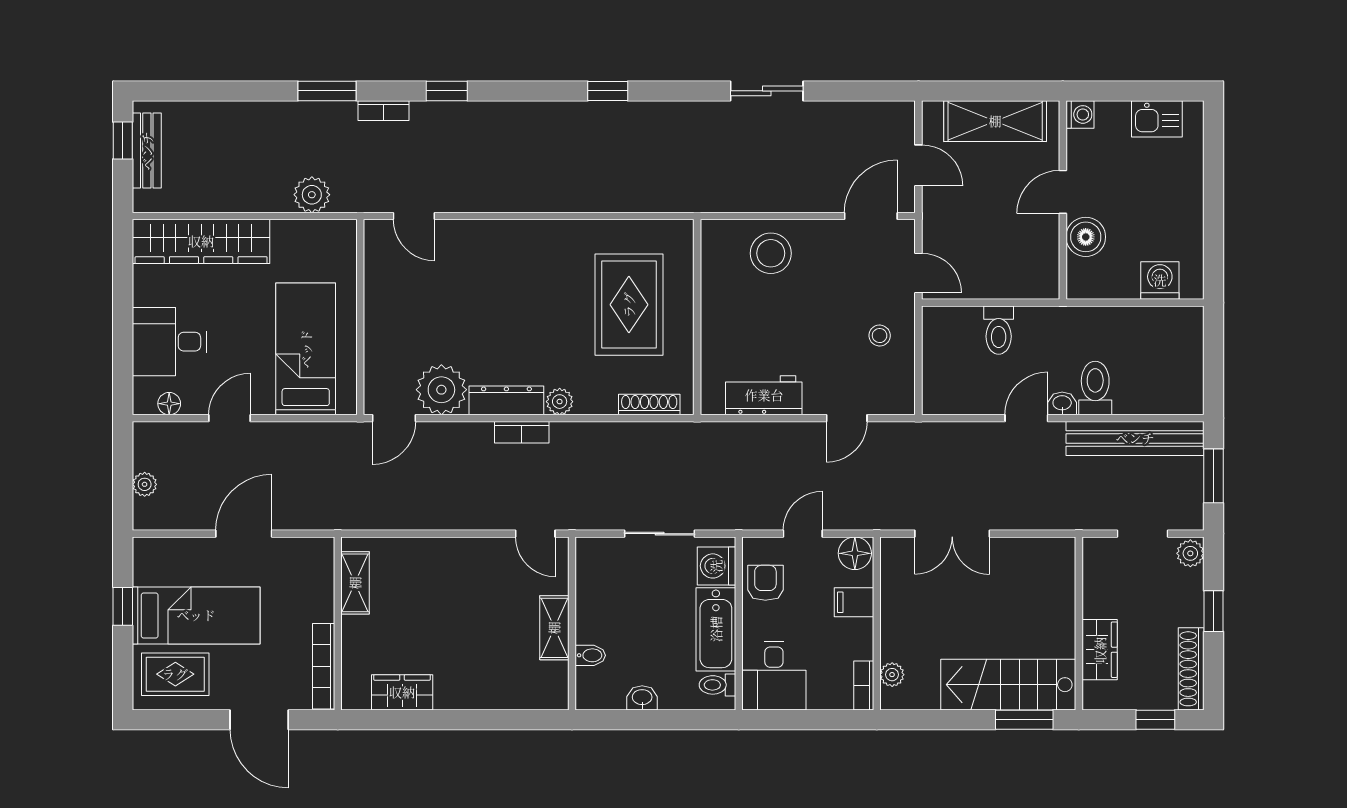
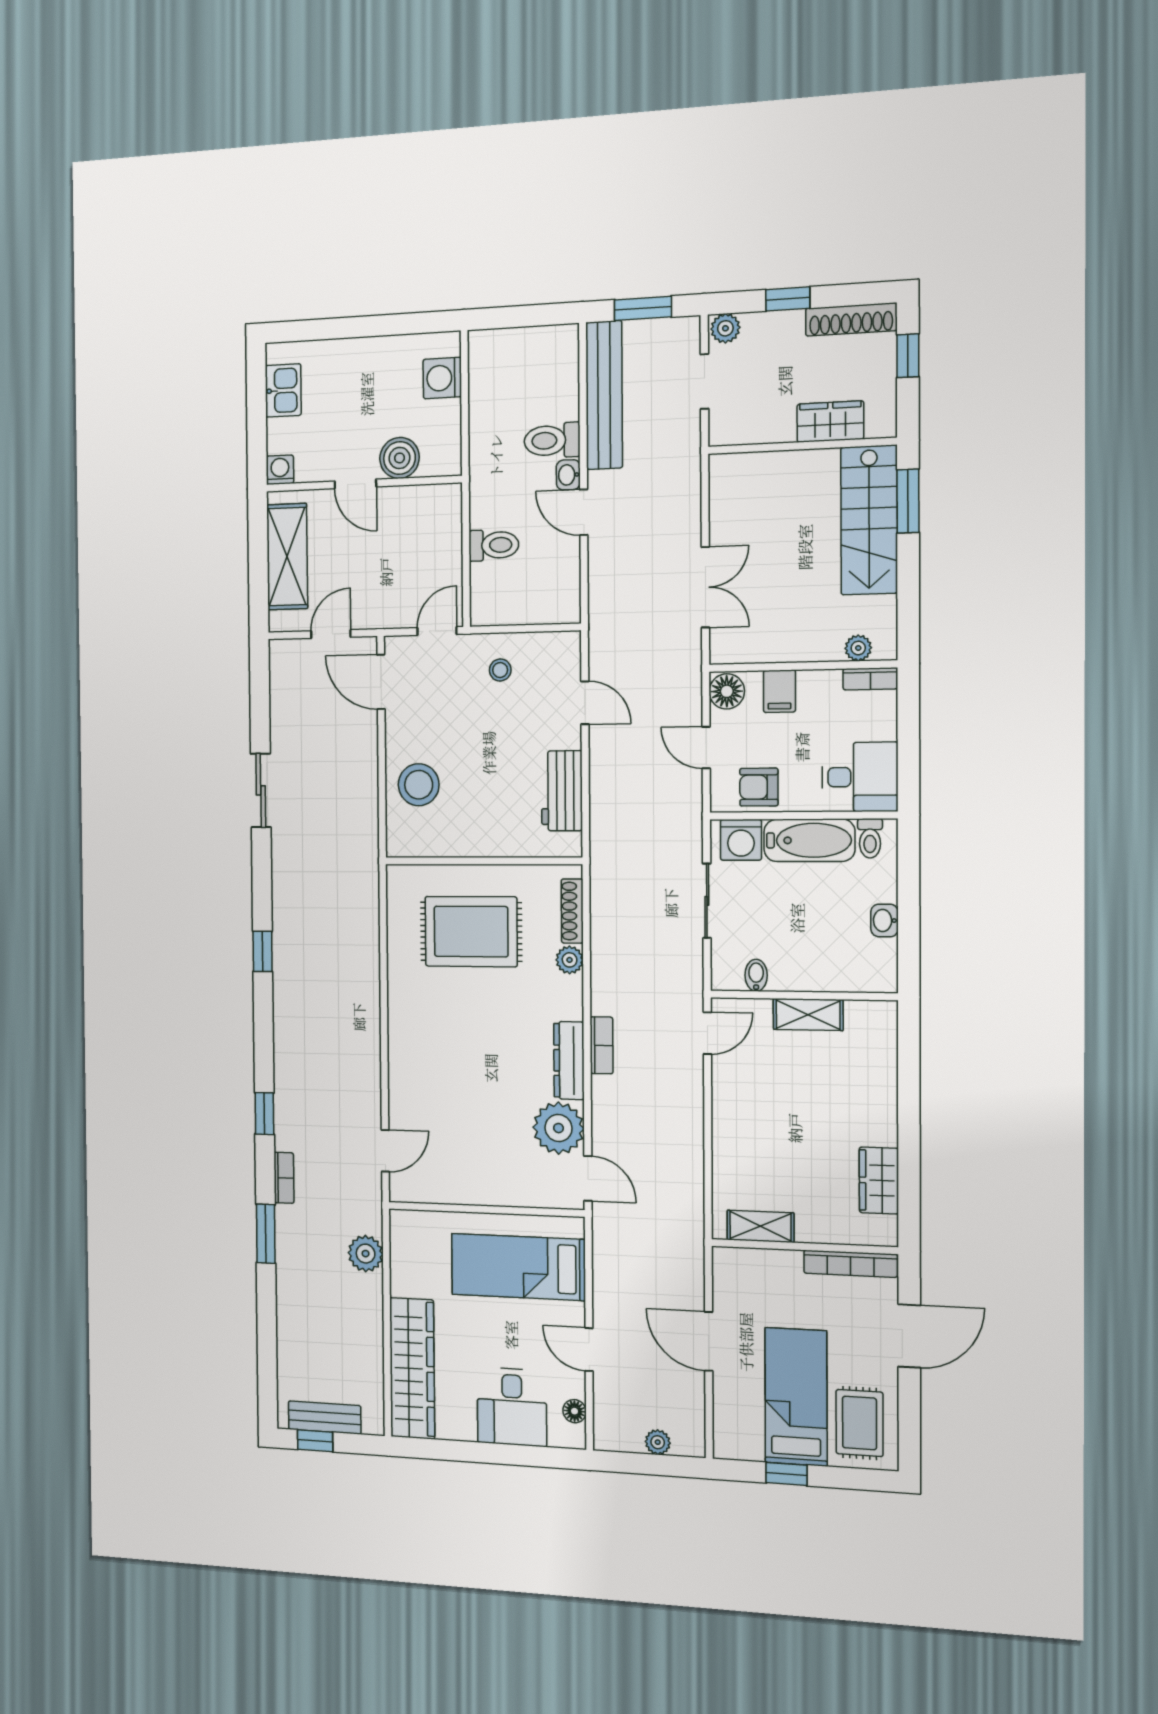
plant: (560, 402) -> (570, 960), moved
bidet: (590, 655) -> (756, 975), moved

